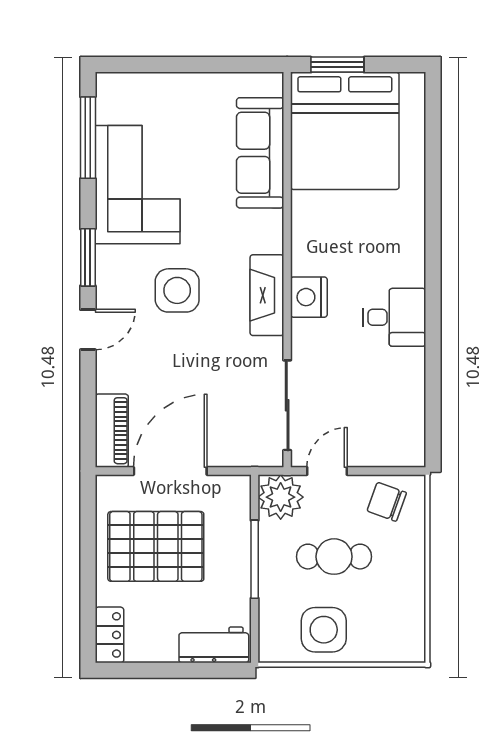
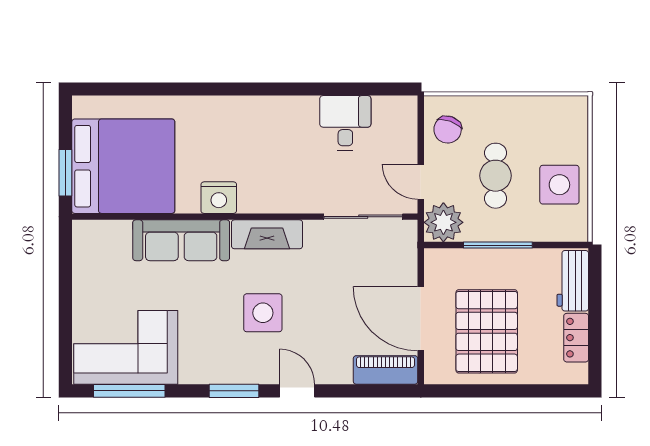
sofa: (260, 153) -> (181, 240), moved
corner sofa: (138, 185) -> (126, 347), moved
nightstand: (309, 297) -> (219, 198), moved
desk: (394, 317) -> (345, 123), moved
locker: (109, 635) -> (576, 338), moved, turned -90

